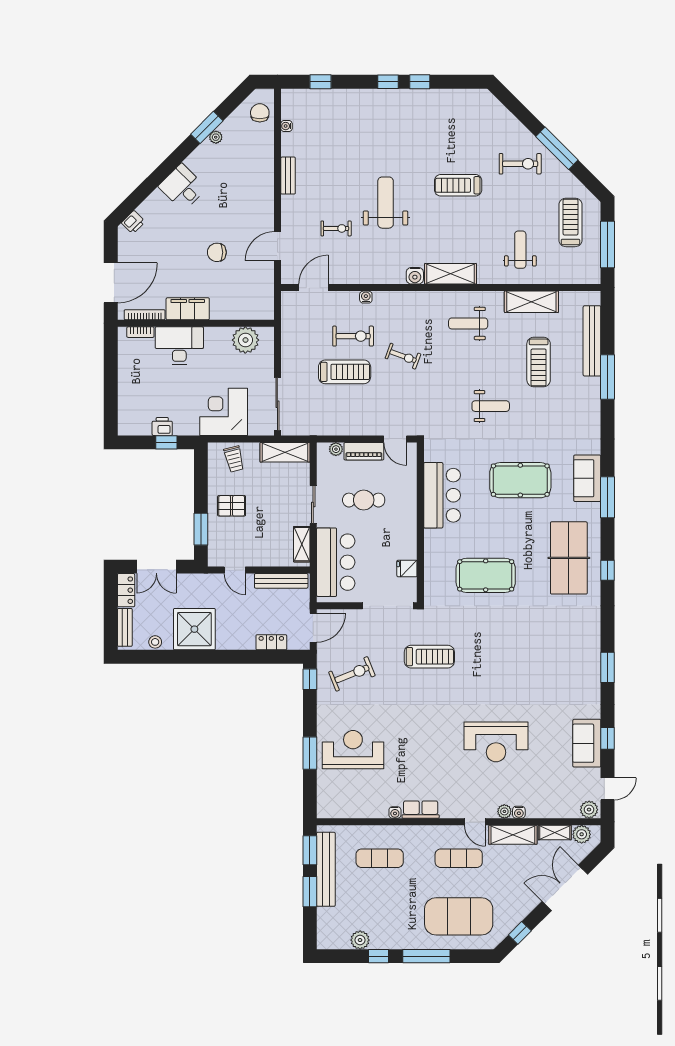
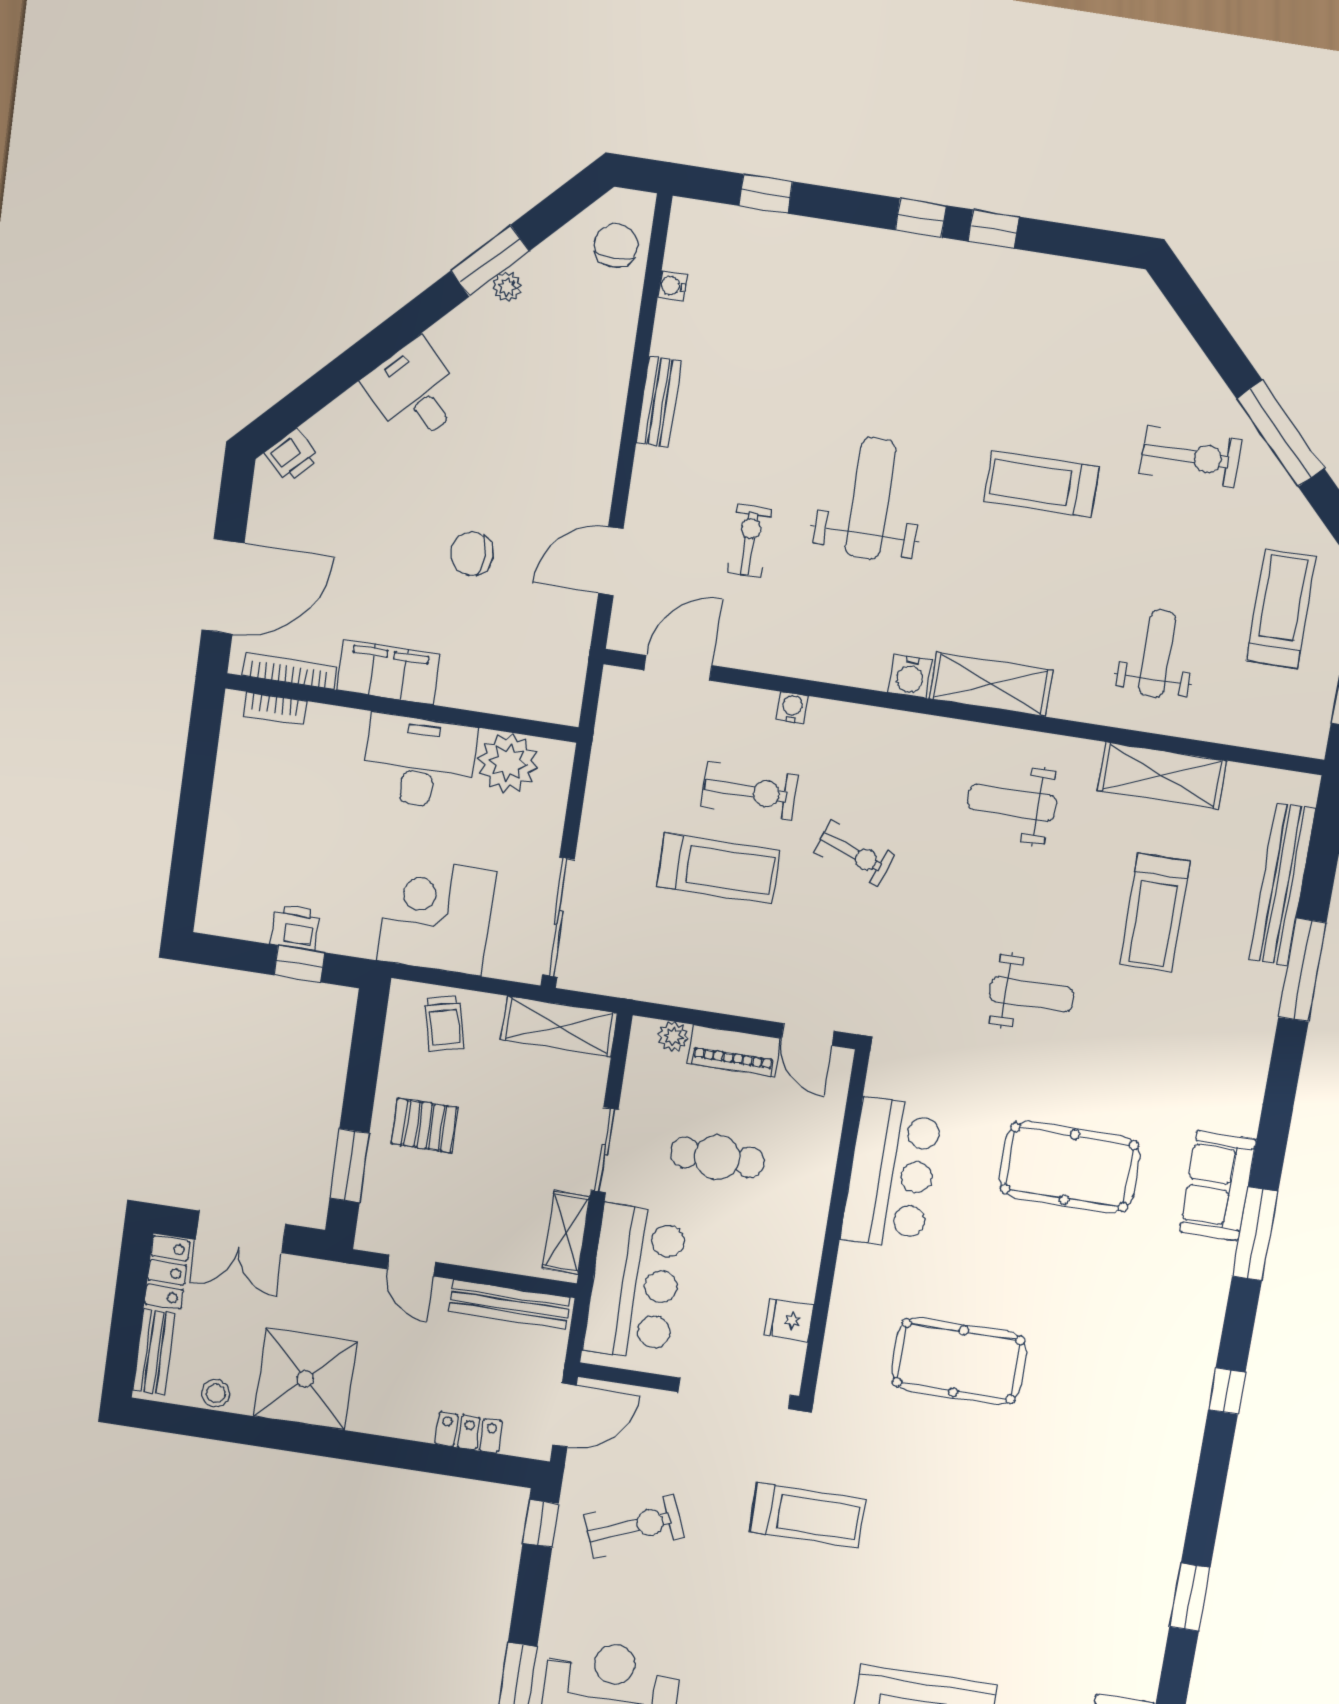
exercise bike: (336, 228) -> (749, 541), turned -90
desk: (179, 346) -> (419, 762), moved
table tennis table: (569, 558) -> (1147, 1352), removed

